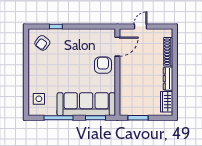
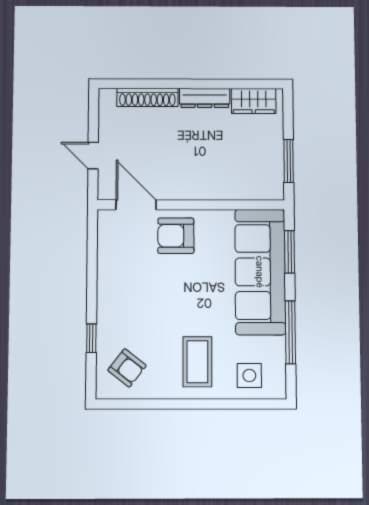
coffee table: (45, 75) -> (197, 362), added

